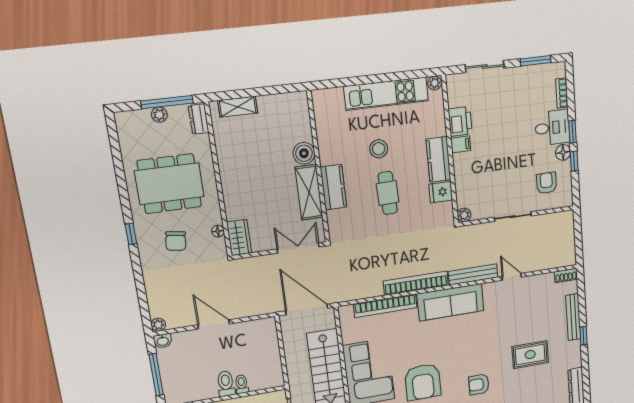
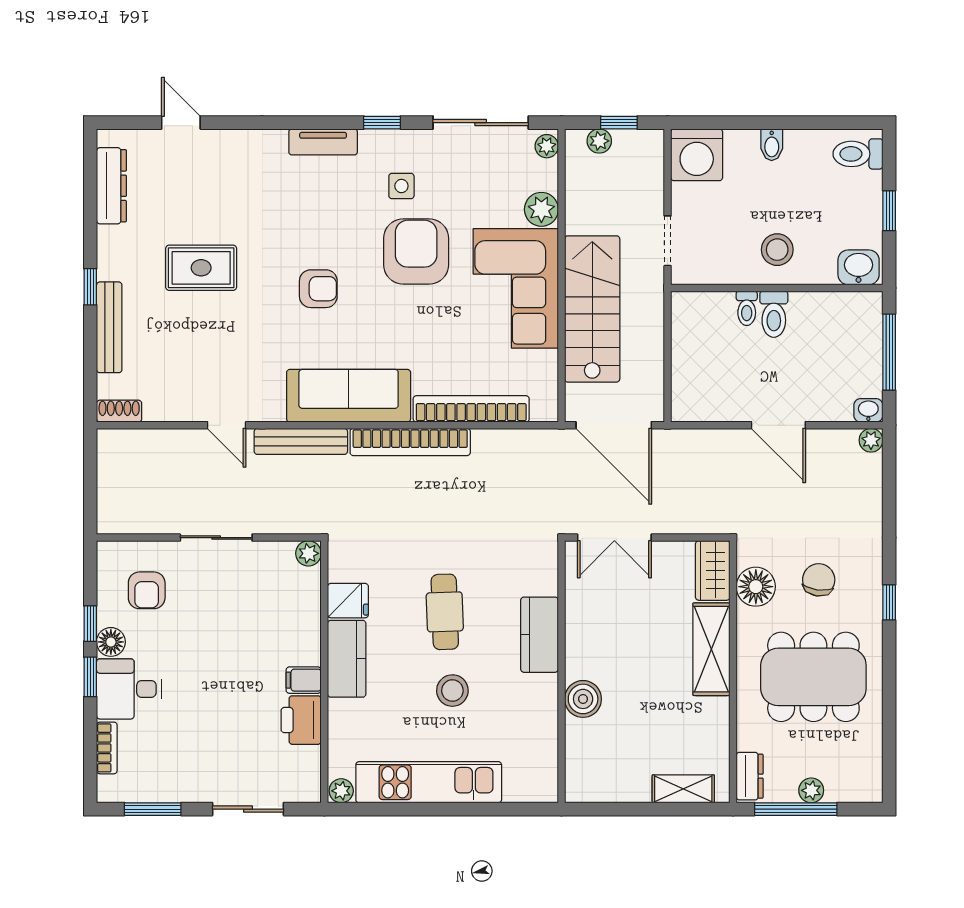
shelving: (309, 192) -> (711, 649), moved
floor lamp: (218, 231) -> (756, 587), width x1.89, depth x1.89
armchair: (479, 384) -> (318, 289), moved

